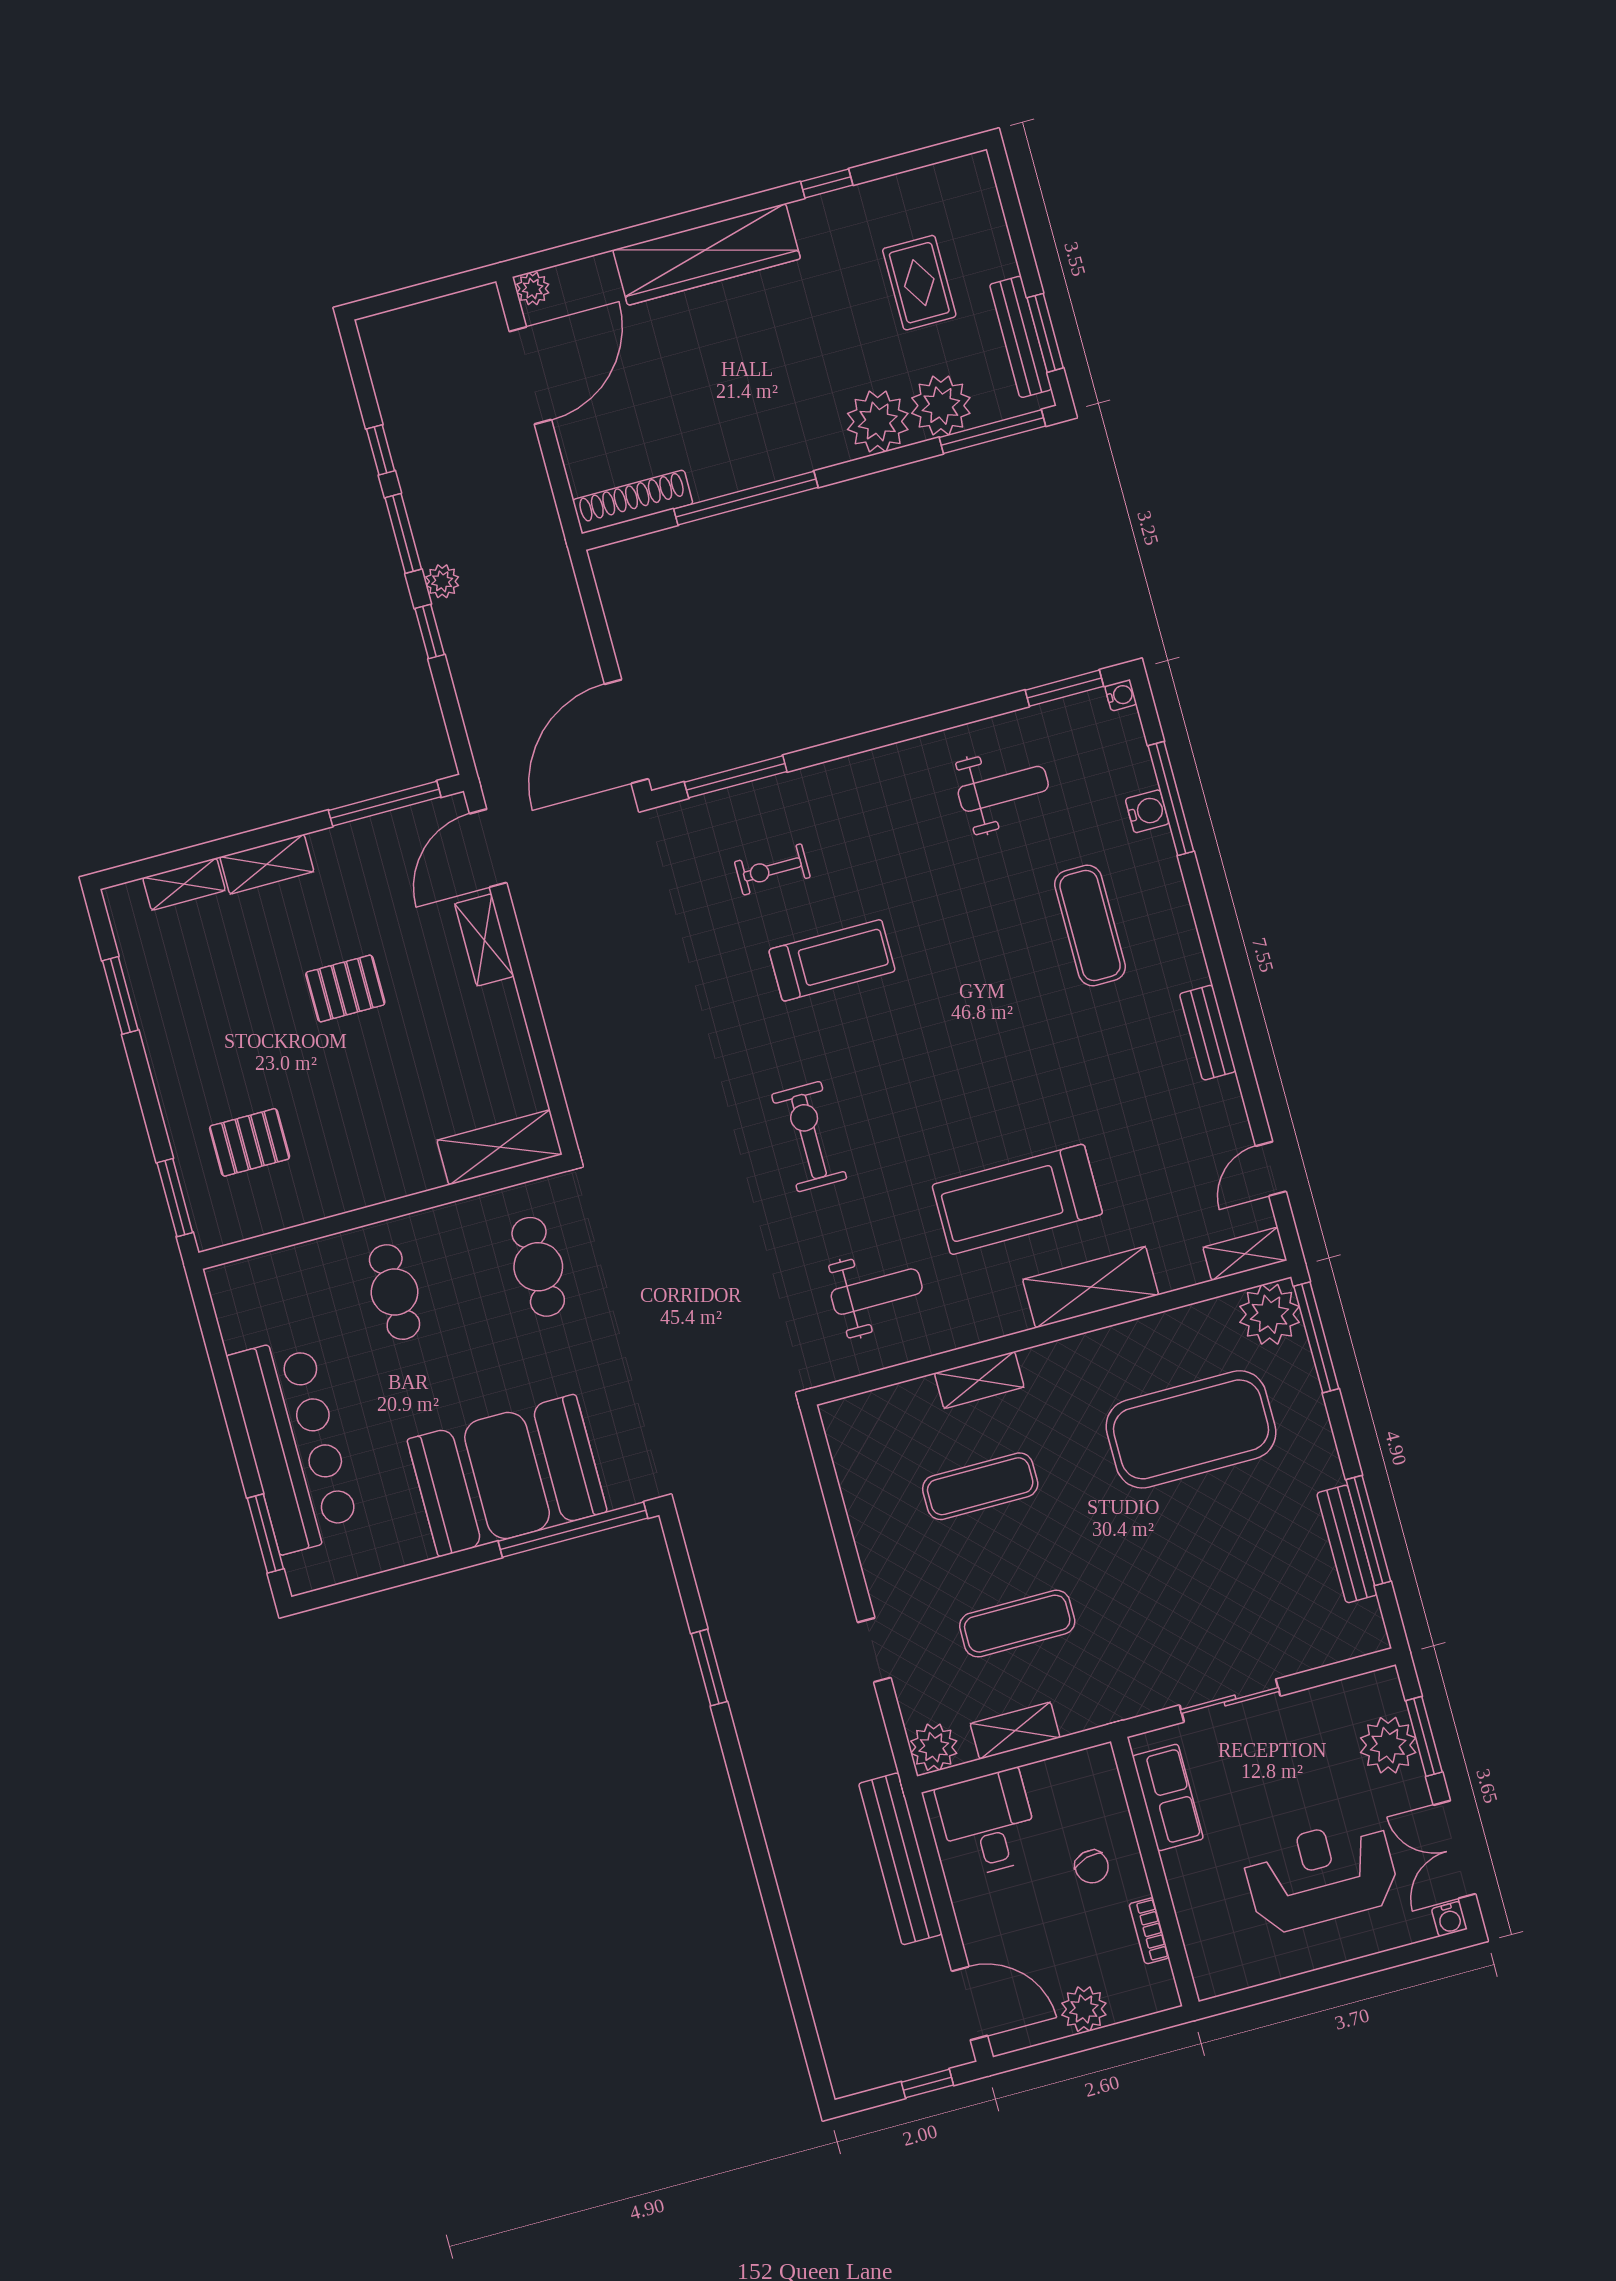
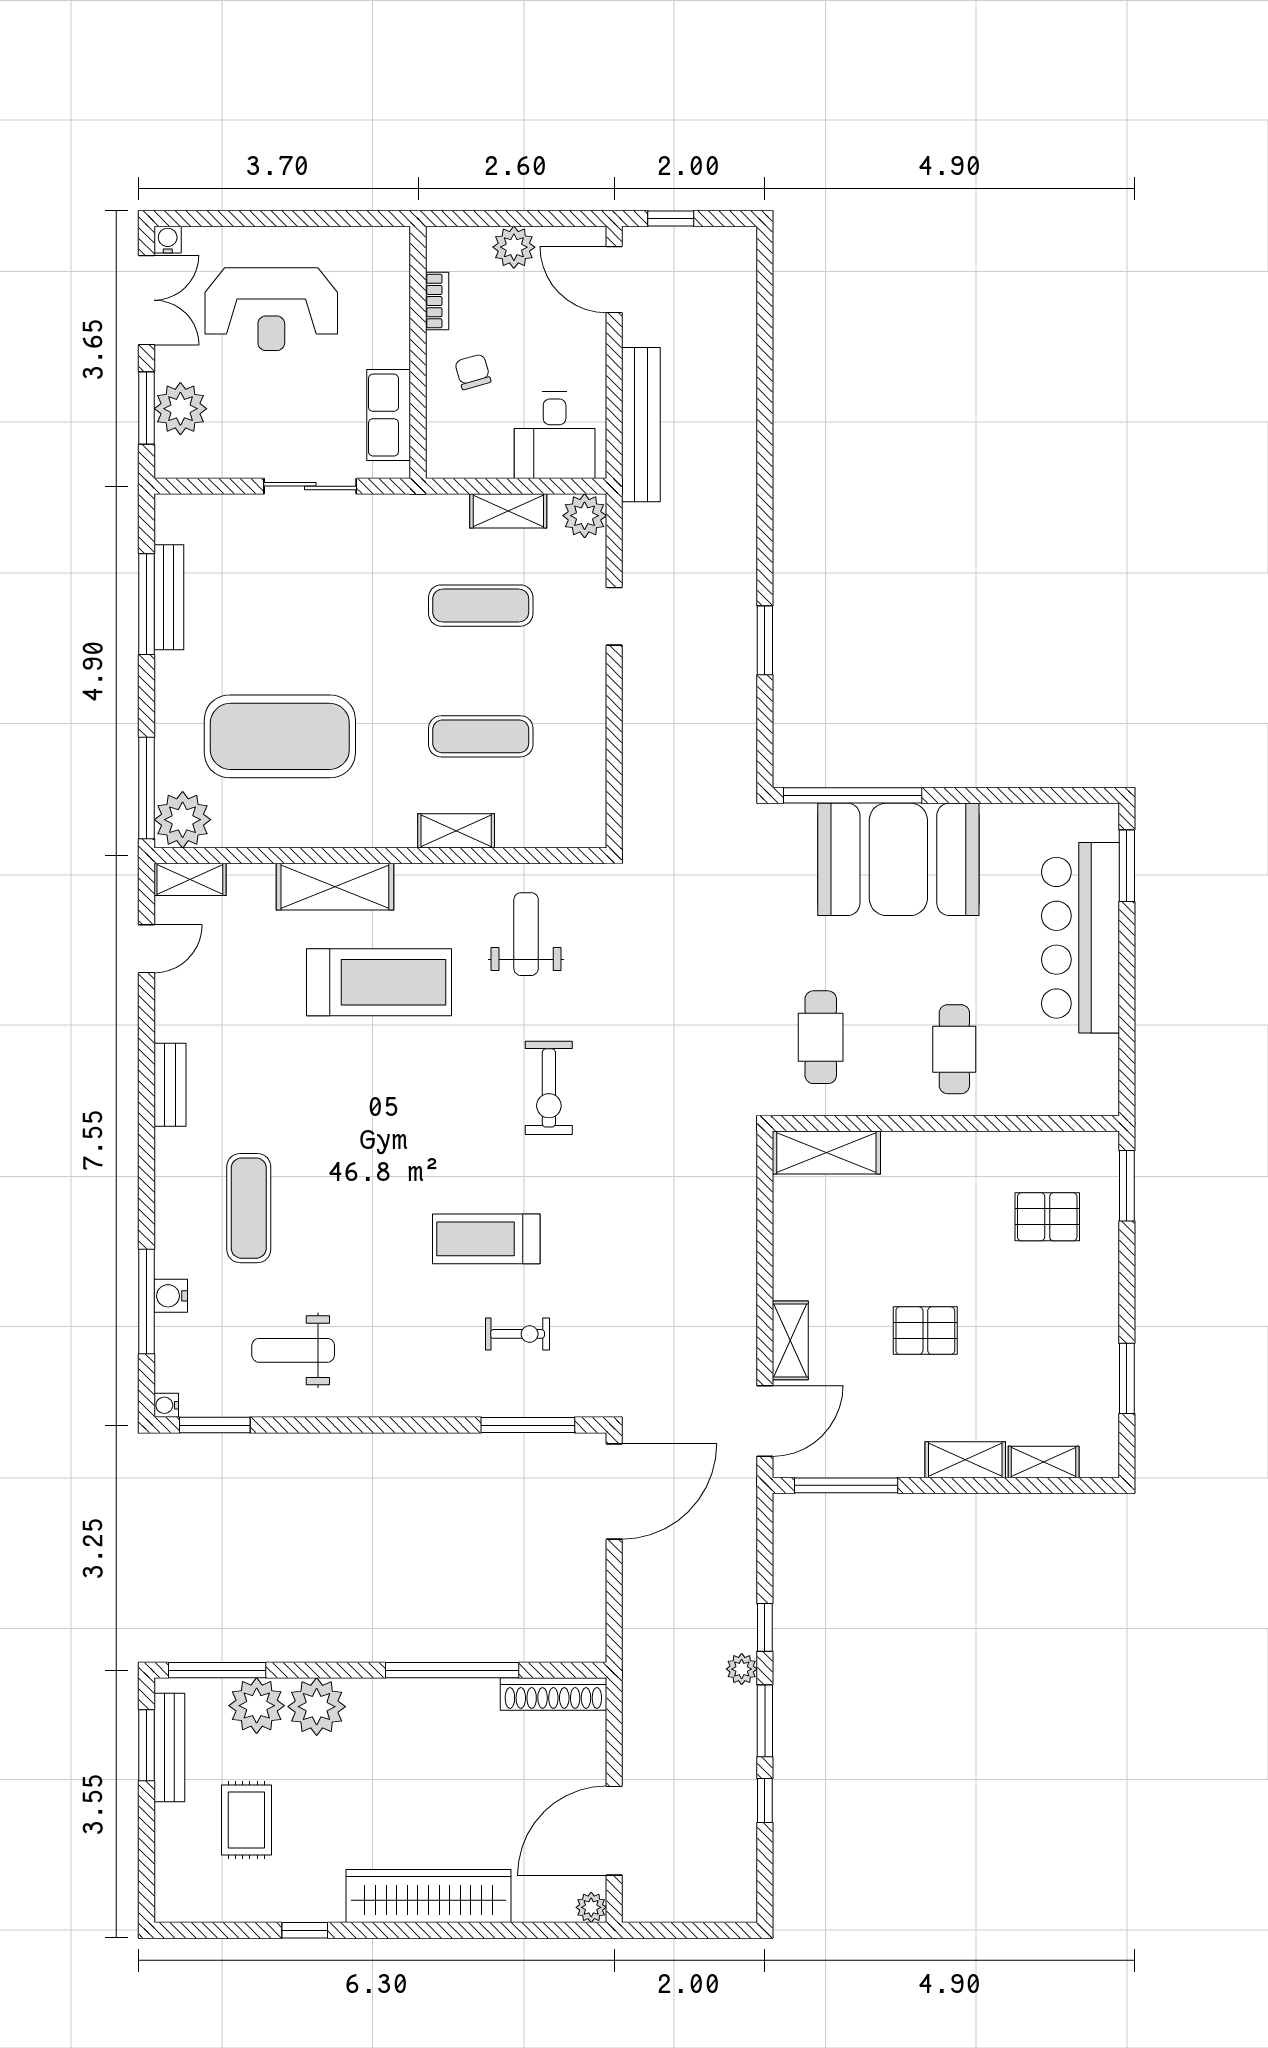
weight bench: (877, 1292) -> (526, 934), turned 90

